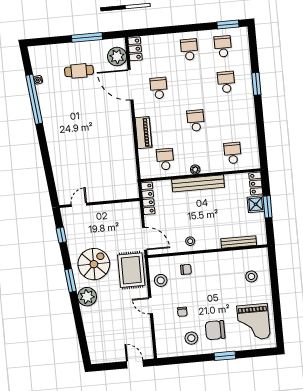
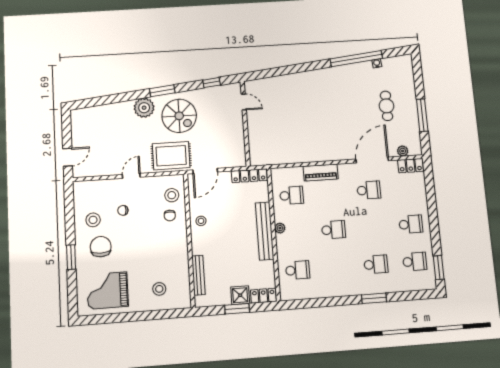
plant: (117, 57) -> (403, 151), width x0.53, depth x0.53
stool: (161, 280) -> (172, 195), moved

